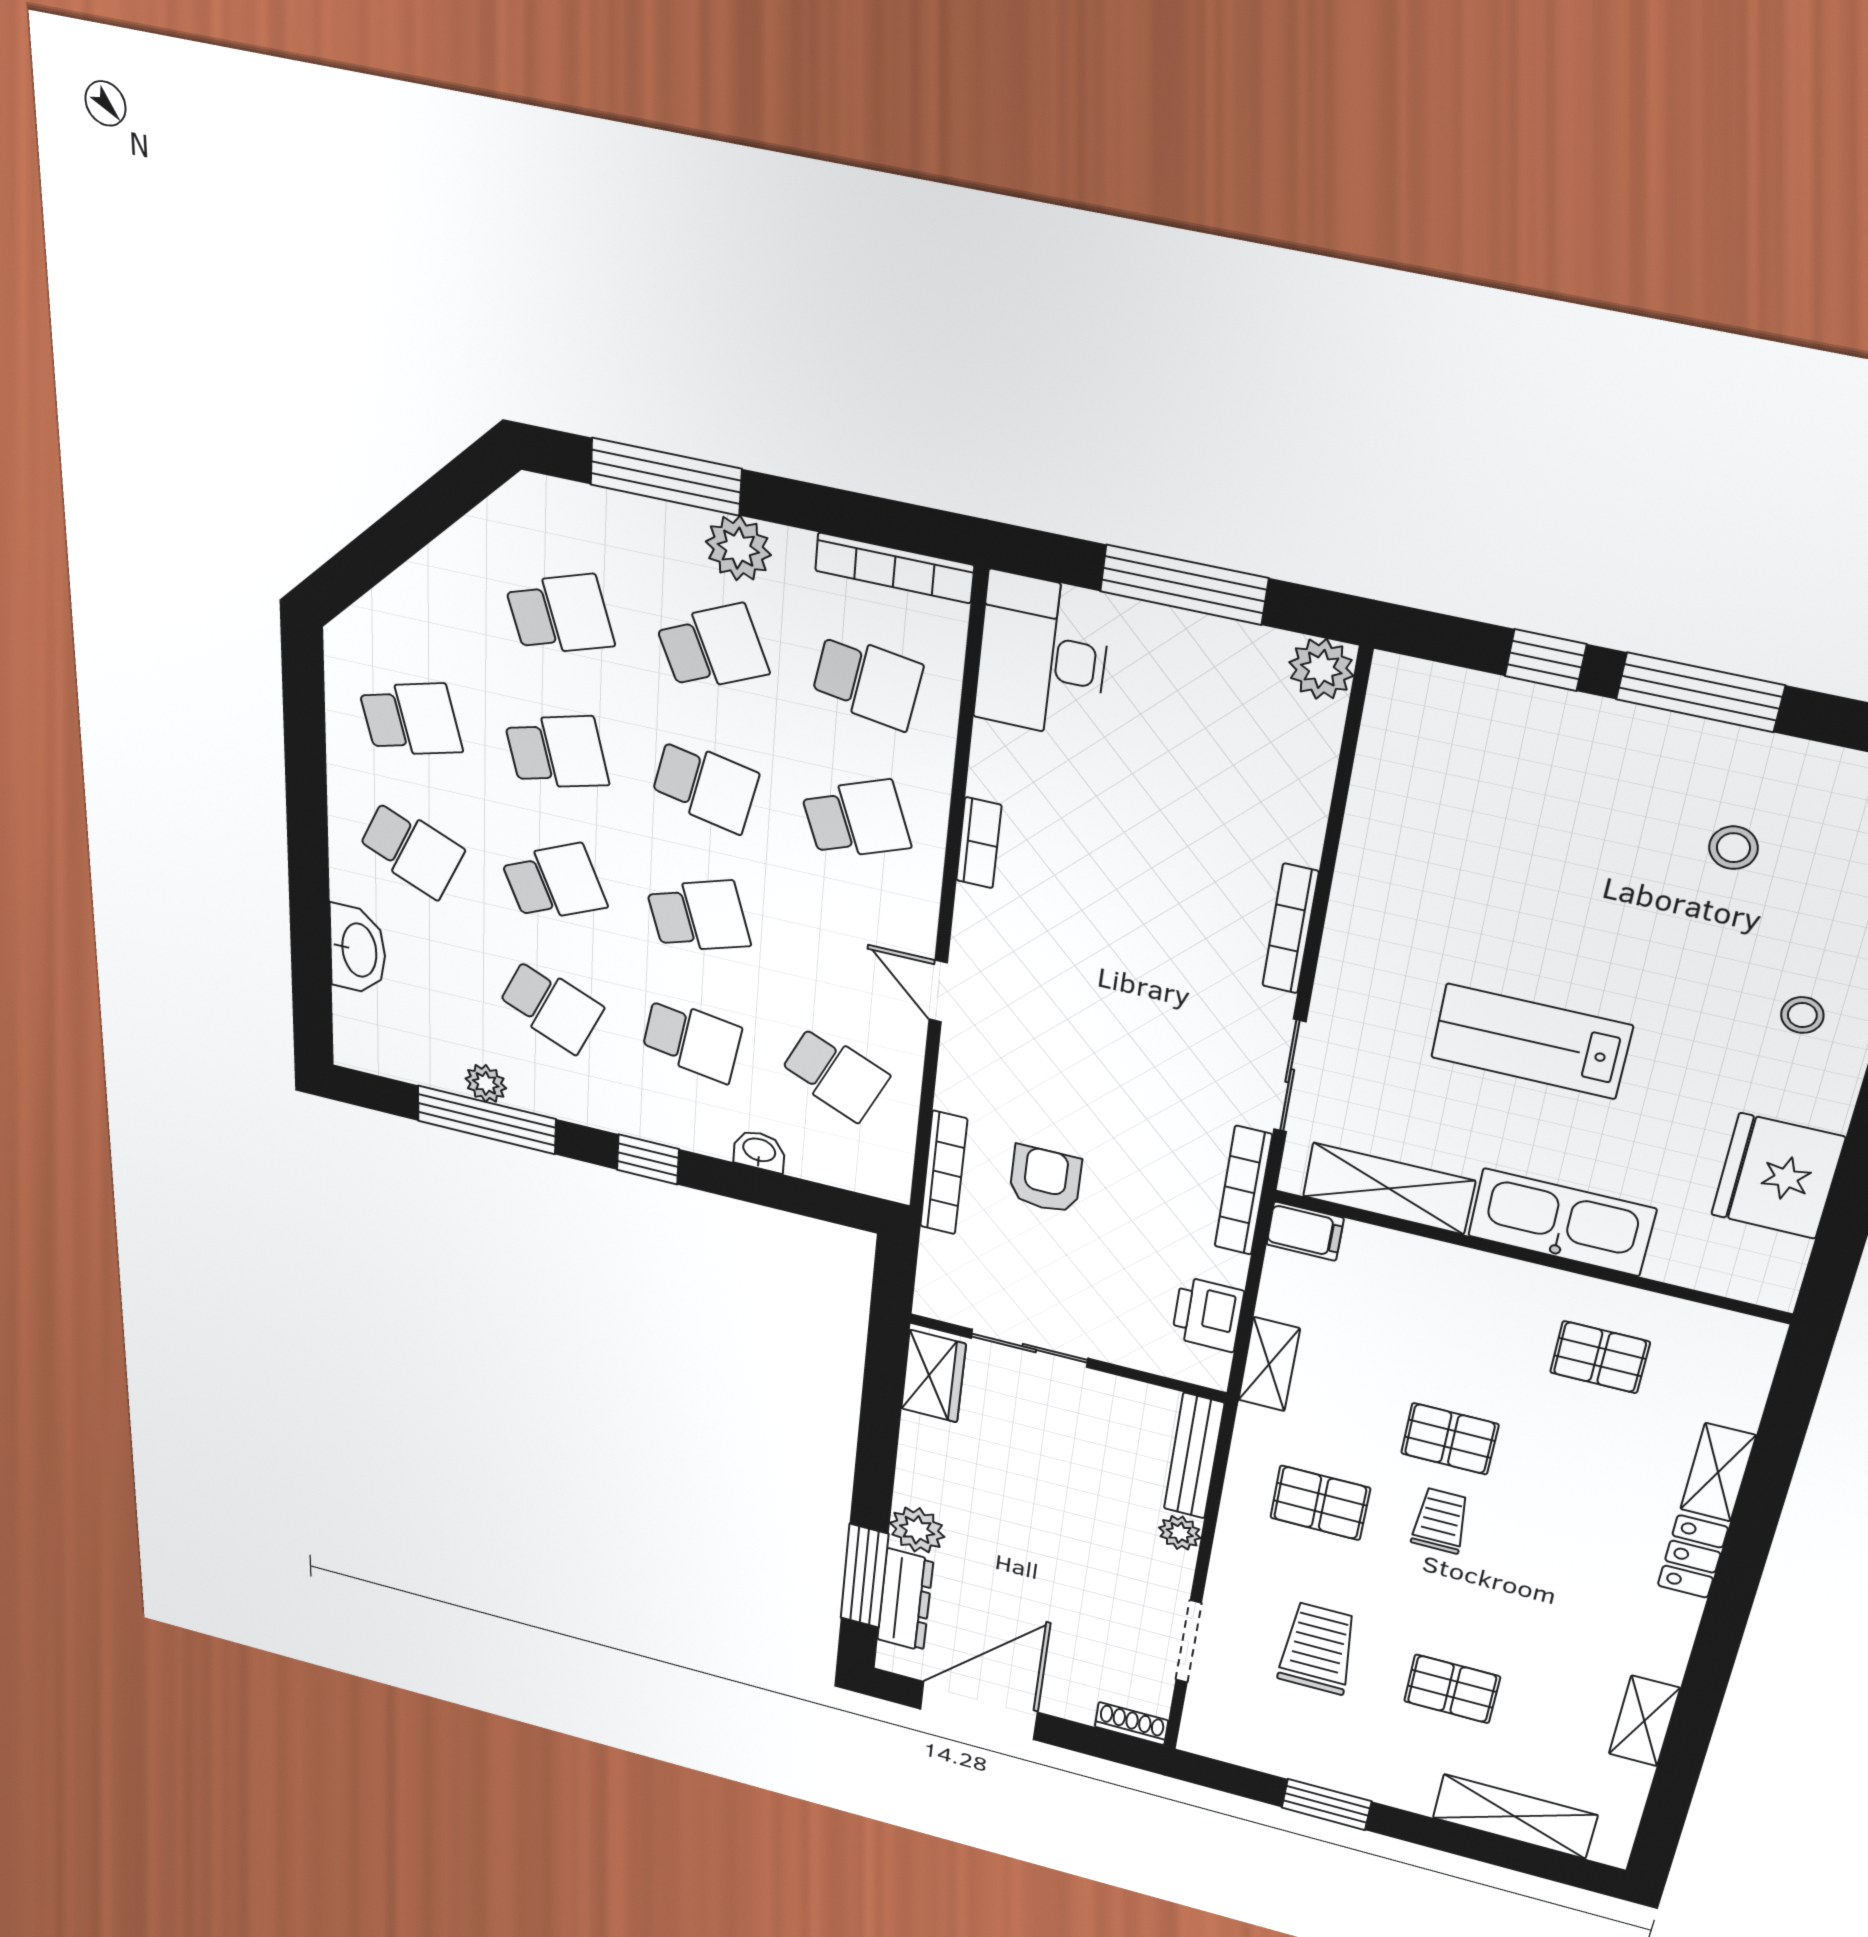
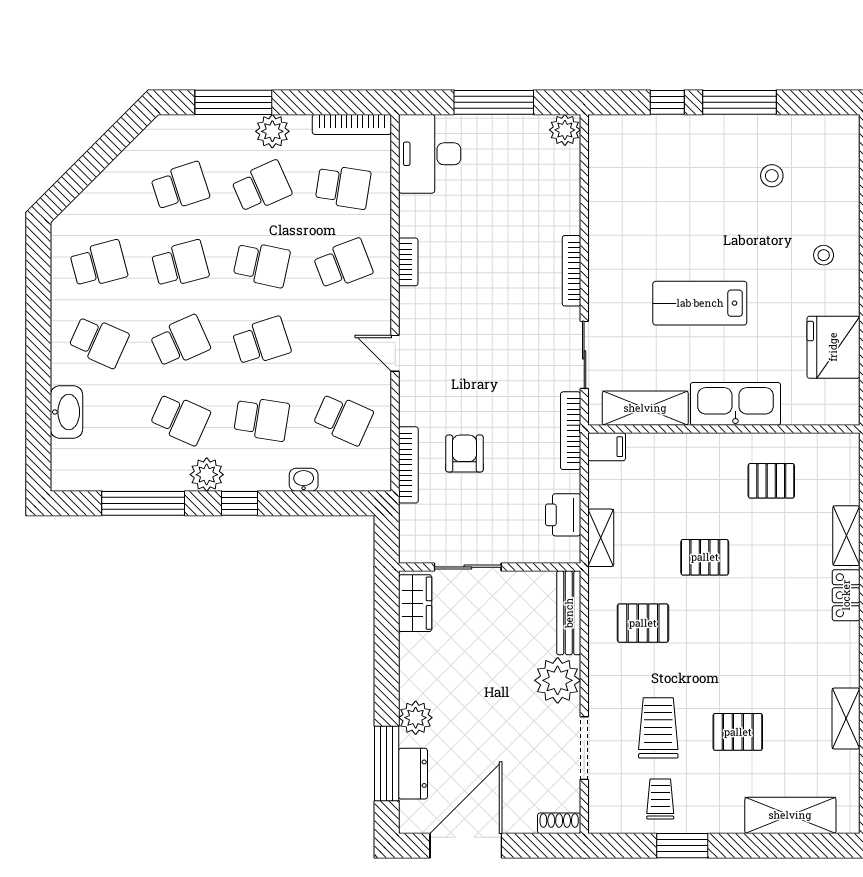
plant: (486, 1083) -> (207, 475), moved, width x1.38, depth x1.38
trolley: (1441, 1521) -> (660, 799), moved
plant: (1180, 1533) -> (558, 680), width x1.88, depth x1.88
dresser: (905, 1600) -> (413, 774), width x0.70

